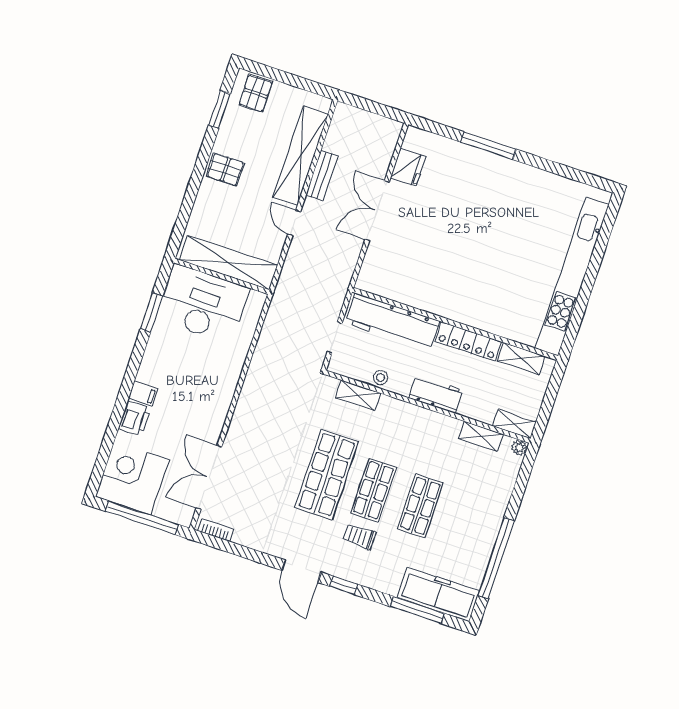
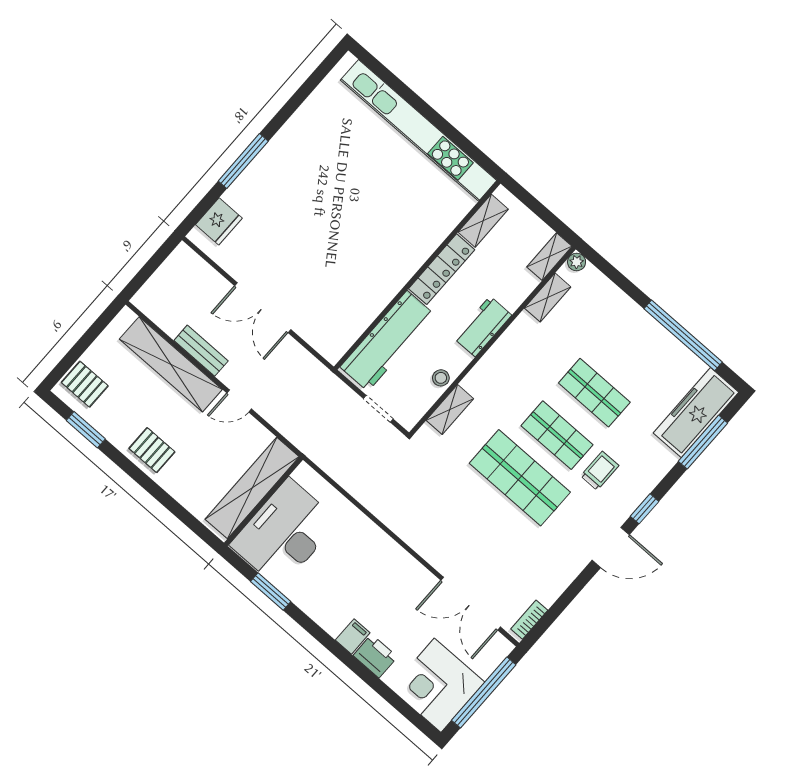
fridge: (408, 167) -> (219, 221), moved, turned 90
pallet: (225, 169) -> (152, 450), turned 90
trolley: (359, 536) -> (600, 471), turned 180

